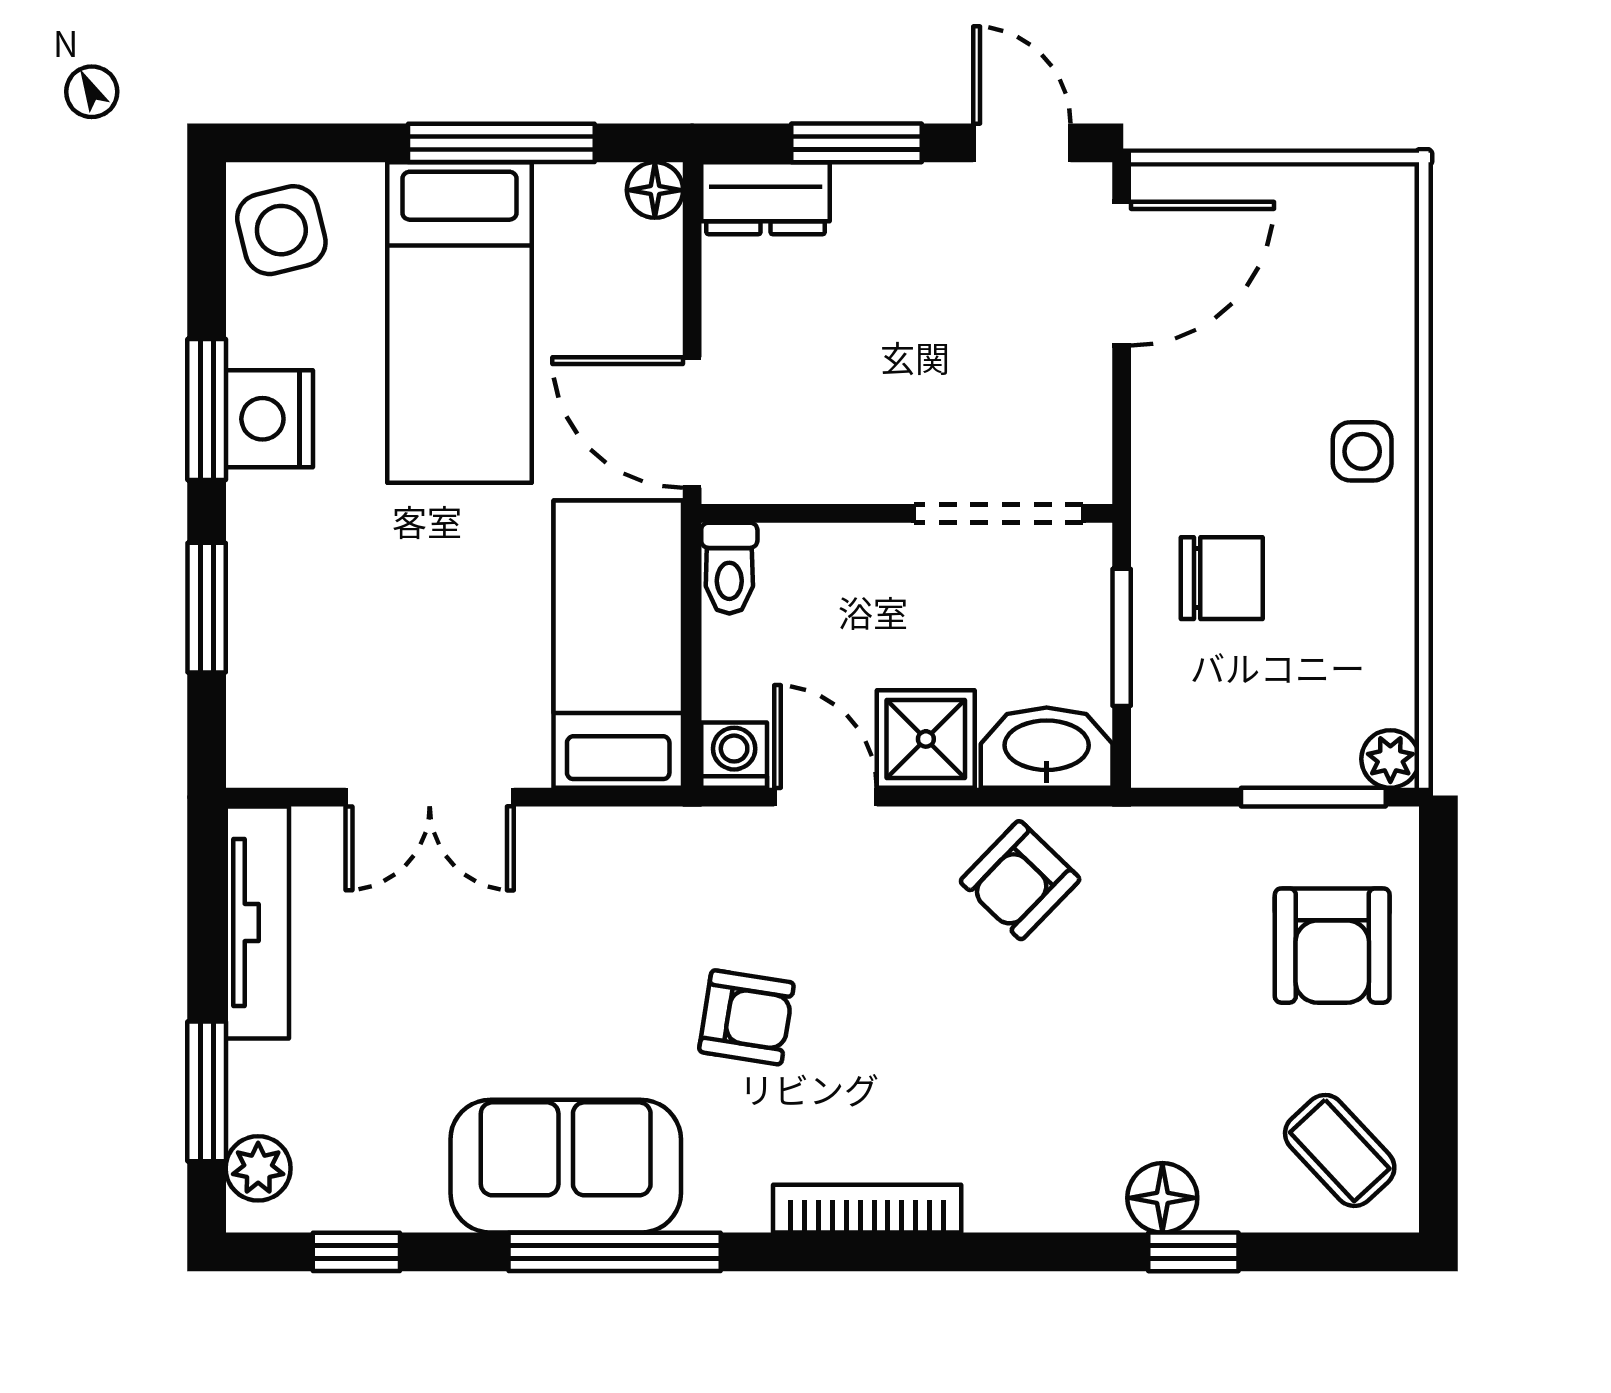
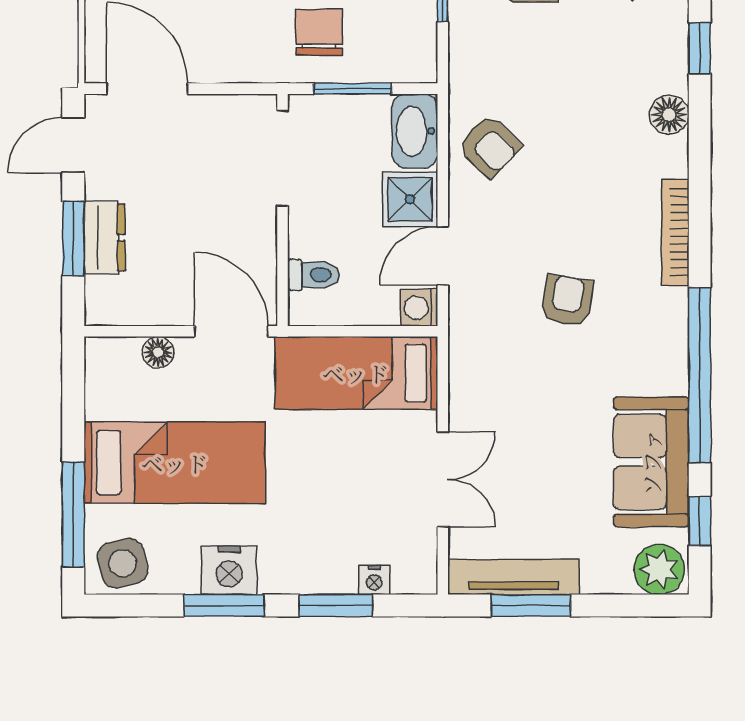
window: (501, 143) -> (73, 514), moved
floor lamp: (655, 190) -> (158, 352), moved
dresser: (766, 198) -> (105, 238), moved
door: (692, 423) -> (231, 331), swing flipped
toilet: (729, 568) -> (313, 275), moved
nightstand: (252, 676) -> (374, 580), added
window: (207, 1091) -> (531, 605), moved
sofa: (566, 1166) -> (651, 462), moved
plant: (258, 1168) -> (659, 569), width x1.38, depth x1.38
floor lamp: (1162, 1198) -> (669, 115), moved
window: (615, 1252) -> (700, 375), width x1.46

